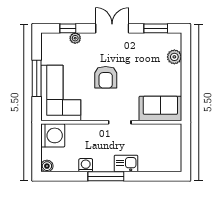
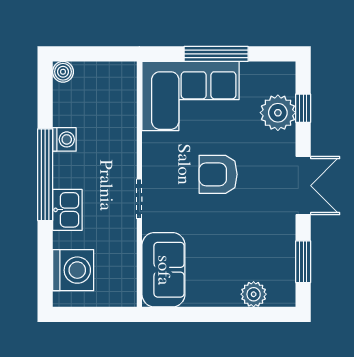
plant: (75, 38) -> (278, 113), width x1.88, depth x1.88
washing machine: (53, 135) -> (73, 270), moved, turned -90
window: (106, 176) -> (45, 175), width x1.46

